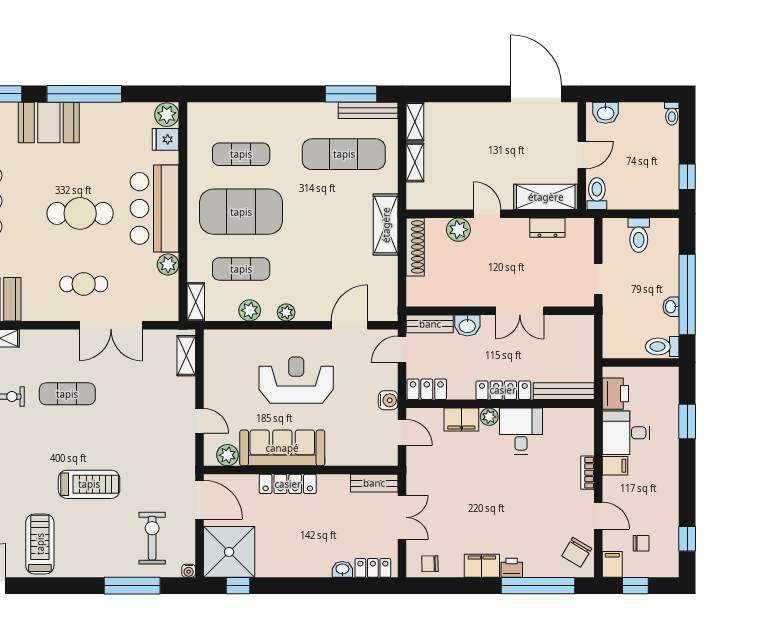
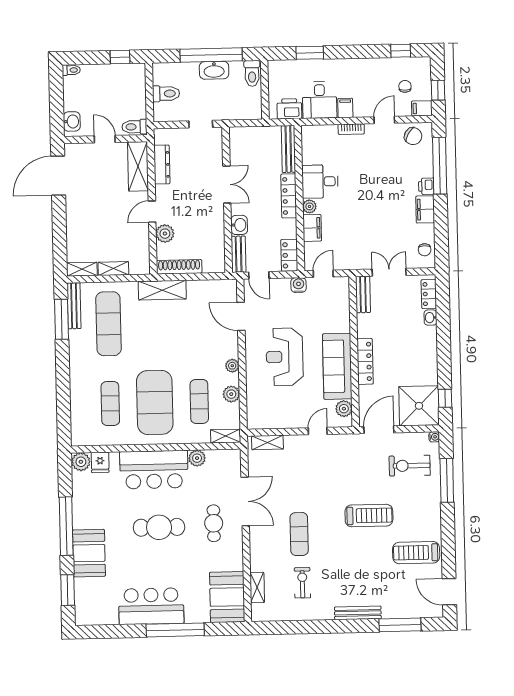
cafe table: (80, 213) -> (159, 527), turned 90
dresser: (547, 228) -> (162, 165), width x1.44
washbasin: (671, 307) -> (214, 70), width x1.91, depth x1.45
treadmill: (89, 484) -> (369, 516), turned 90

